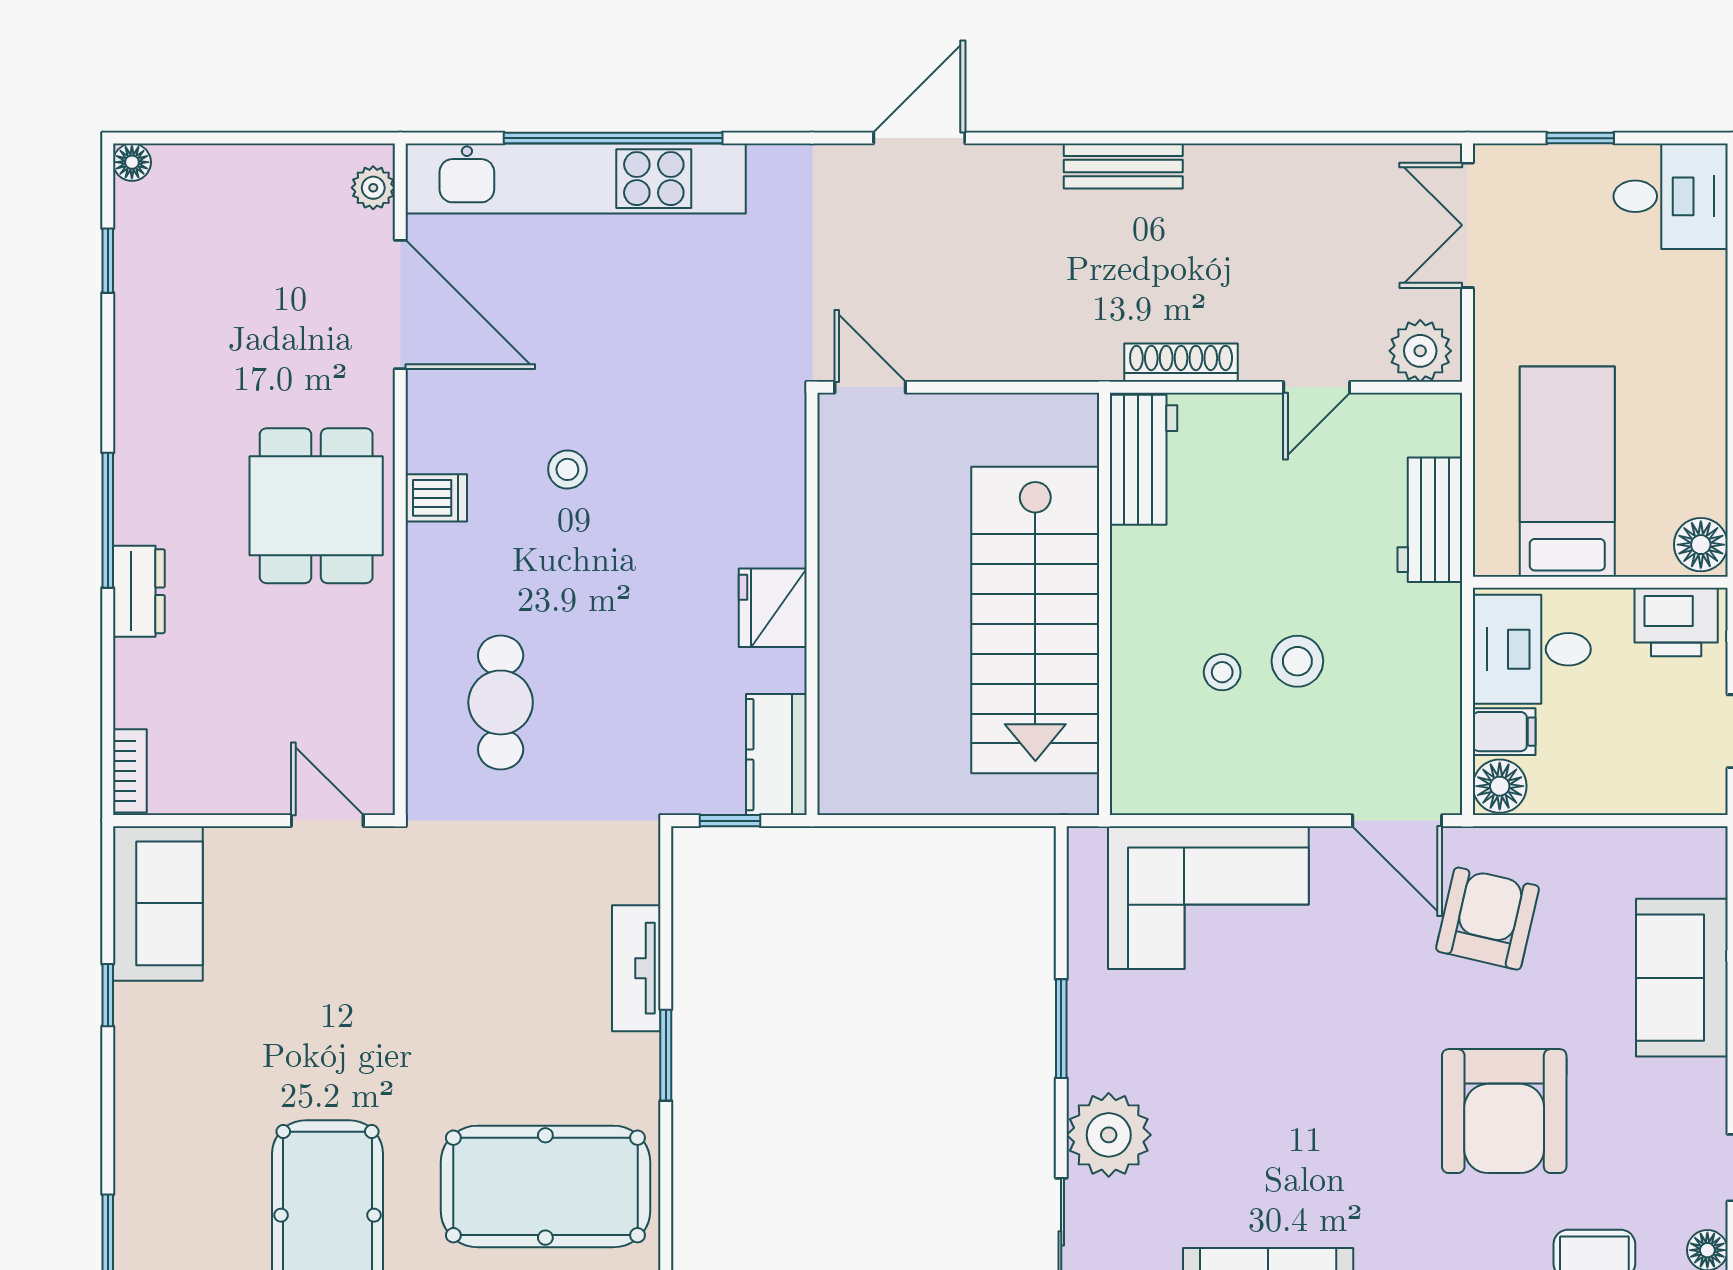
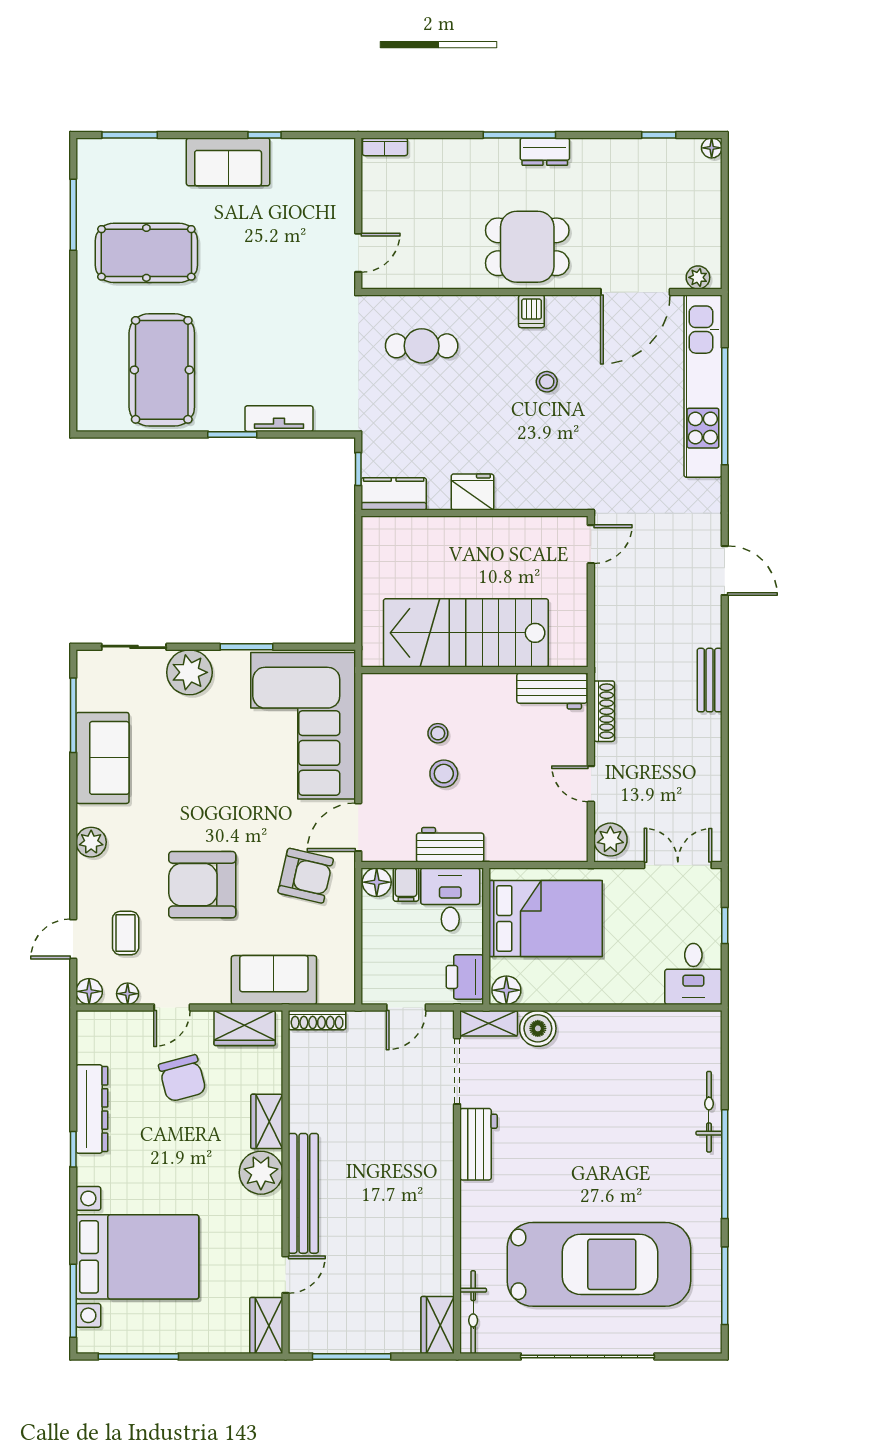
bed: (1567, 472) -> (546, 919), width x1.50
workbench: (1430, 520) -> (450, 845), moved
dresser: (139, 591) -> (545, 152), moved
corner sofa: (1208, 898) -> (303, 726), width x1.36, depth x1.36
sofa: (158, 903) -> (228, 162), moved

